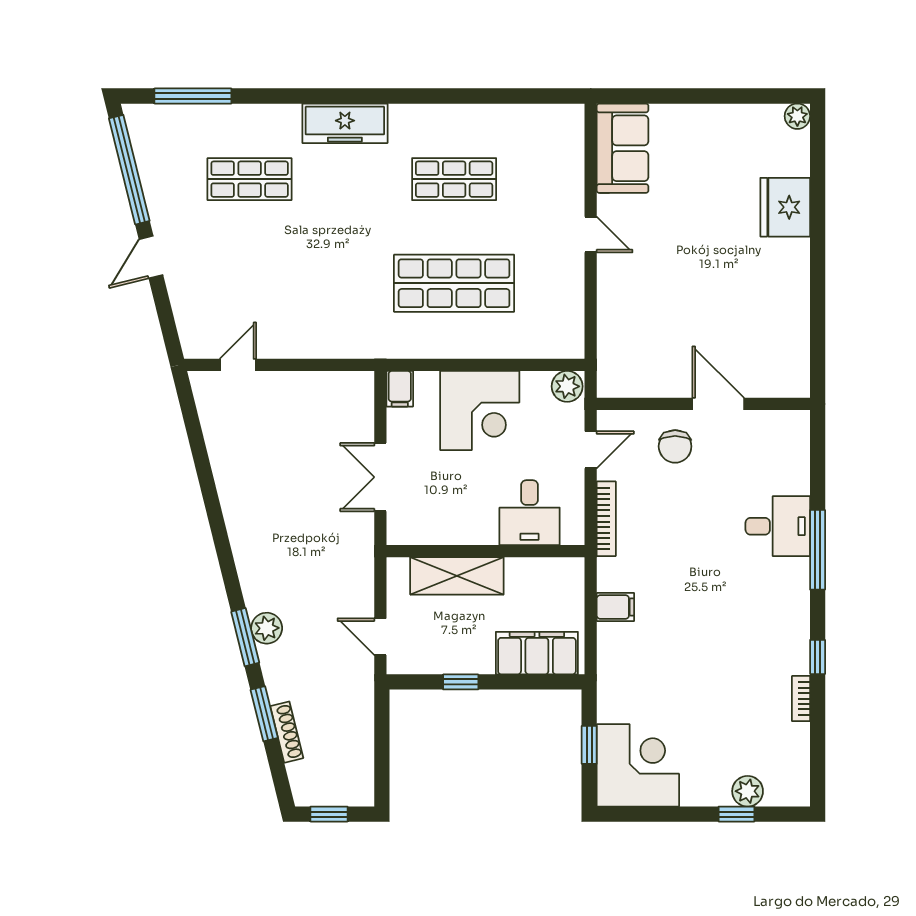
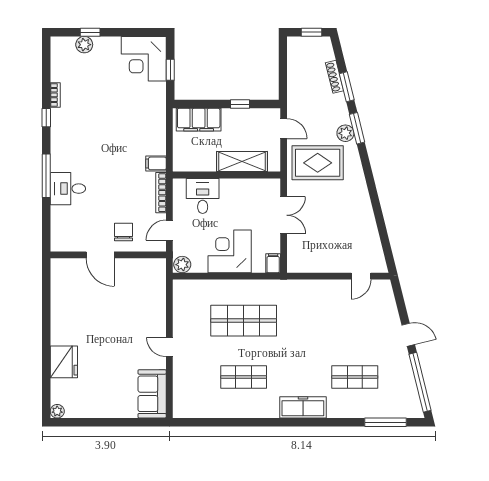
door: (151, 257) -> (408, 335), hinge flipped
rug: (318, 574) -> (318, 163), added
filing cabinet: (615, 607) -> (156, 163), moved

